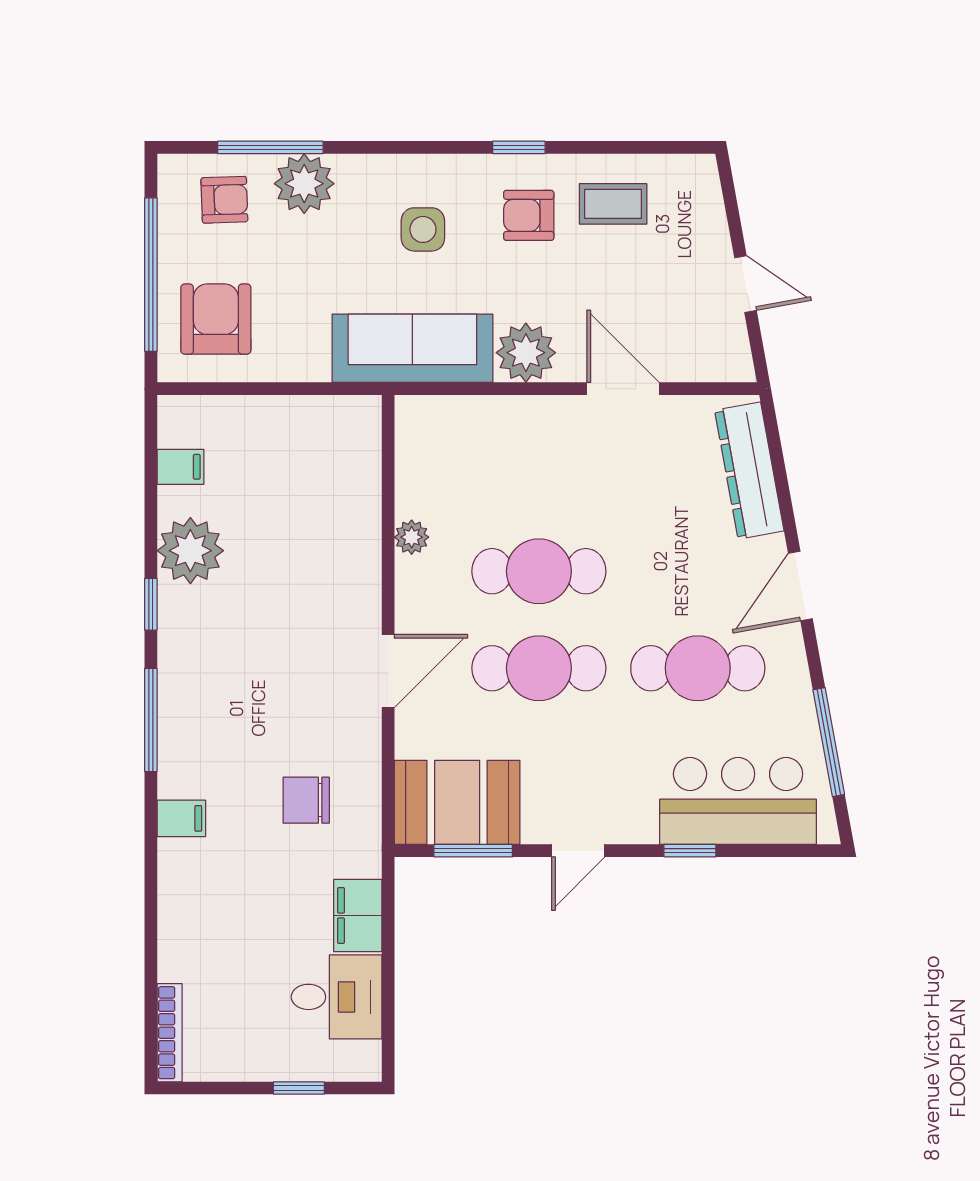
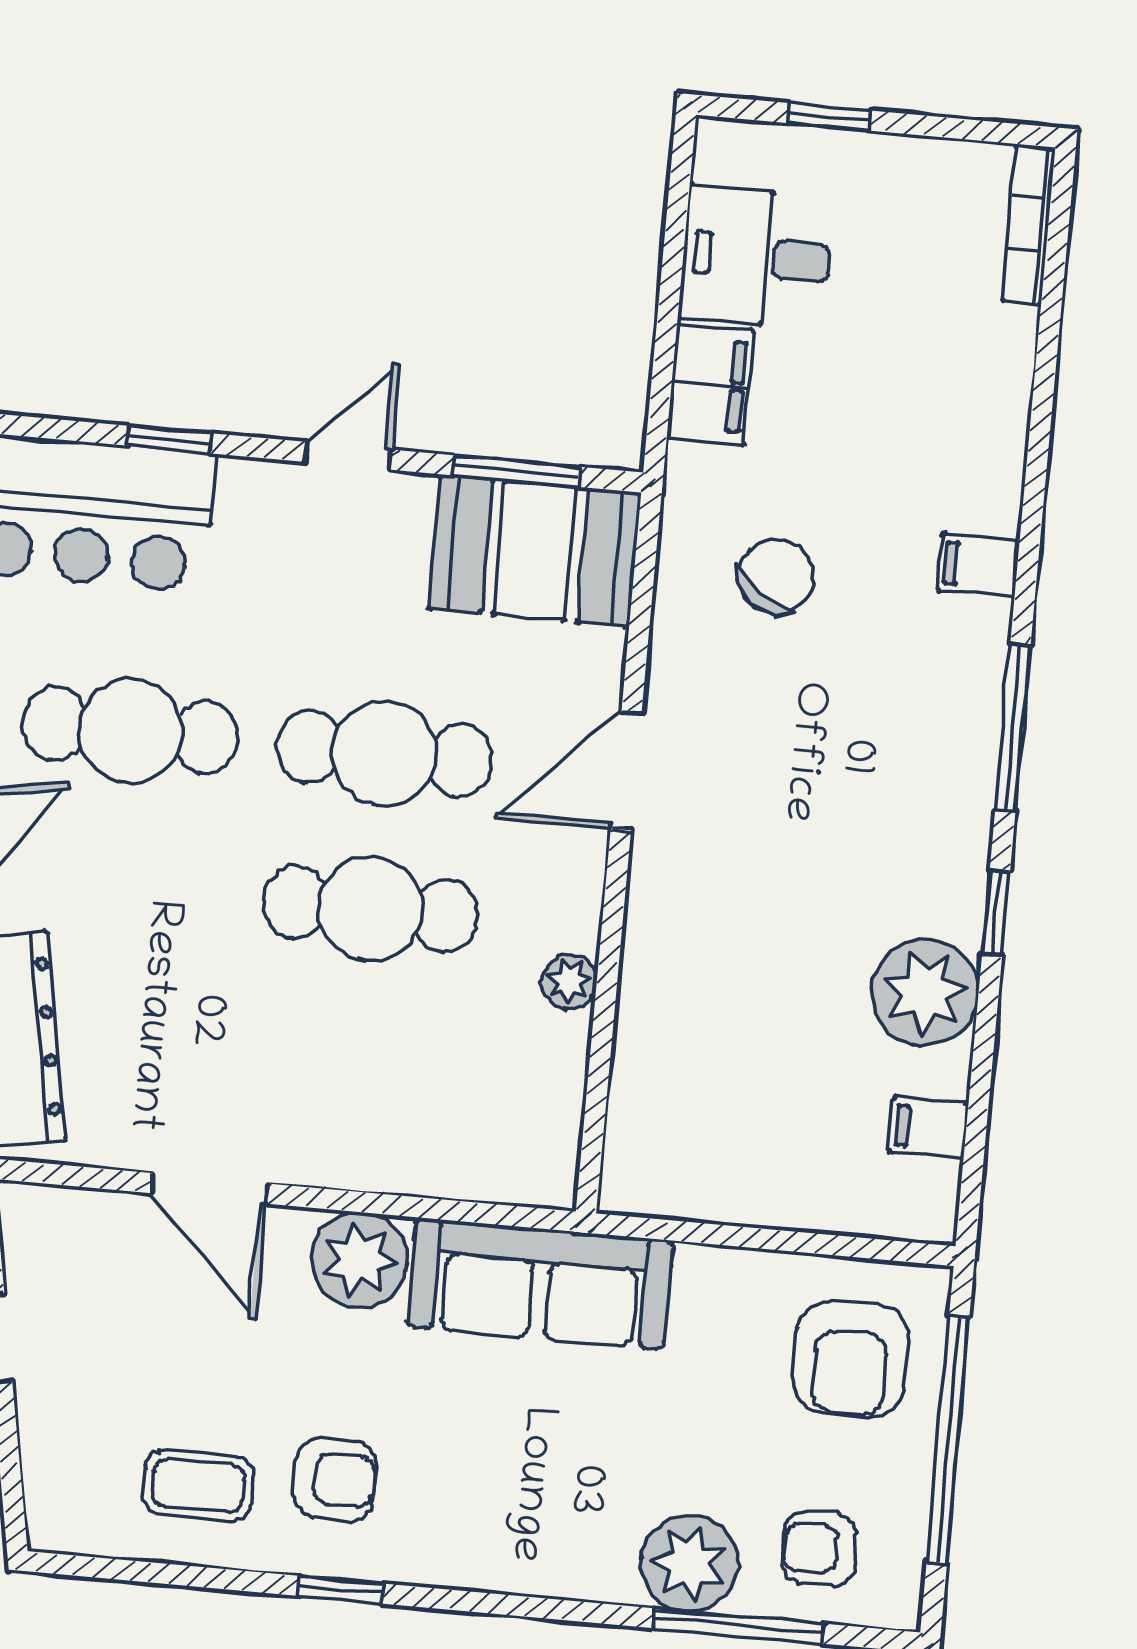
side table: (423, 229) -> (506, 1472), removed
chair: (306, 800) -> (776, 576), turned -55

